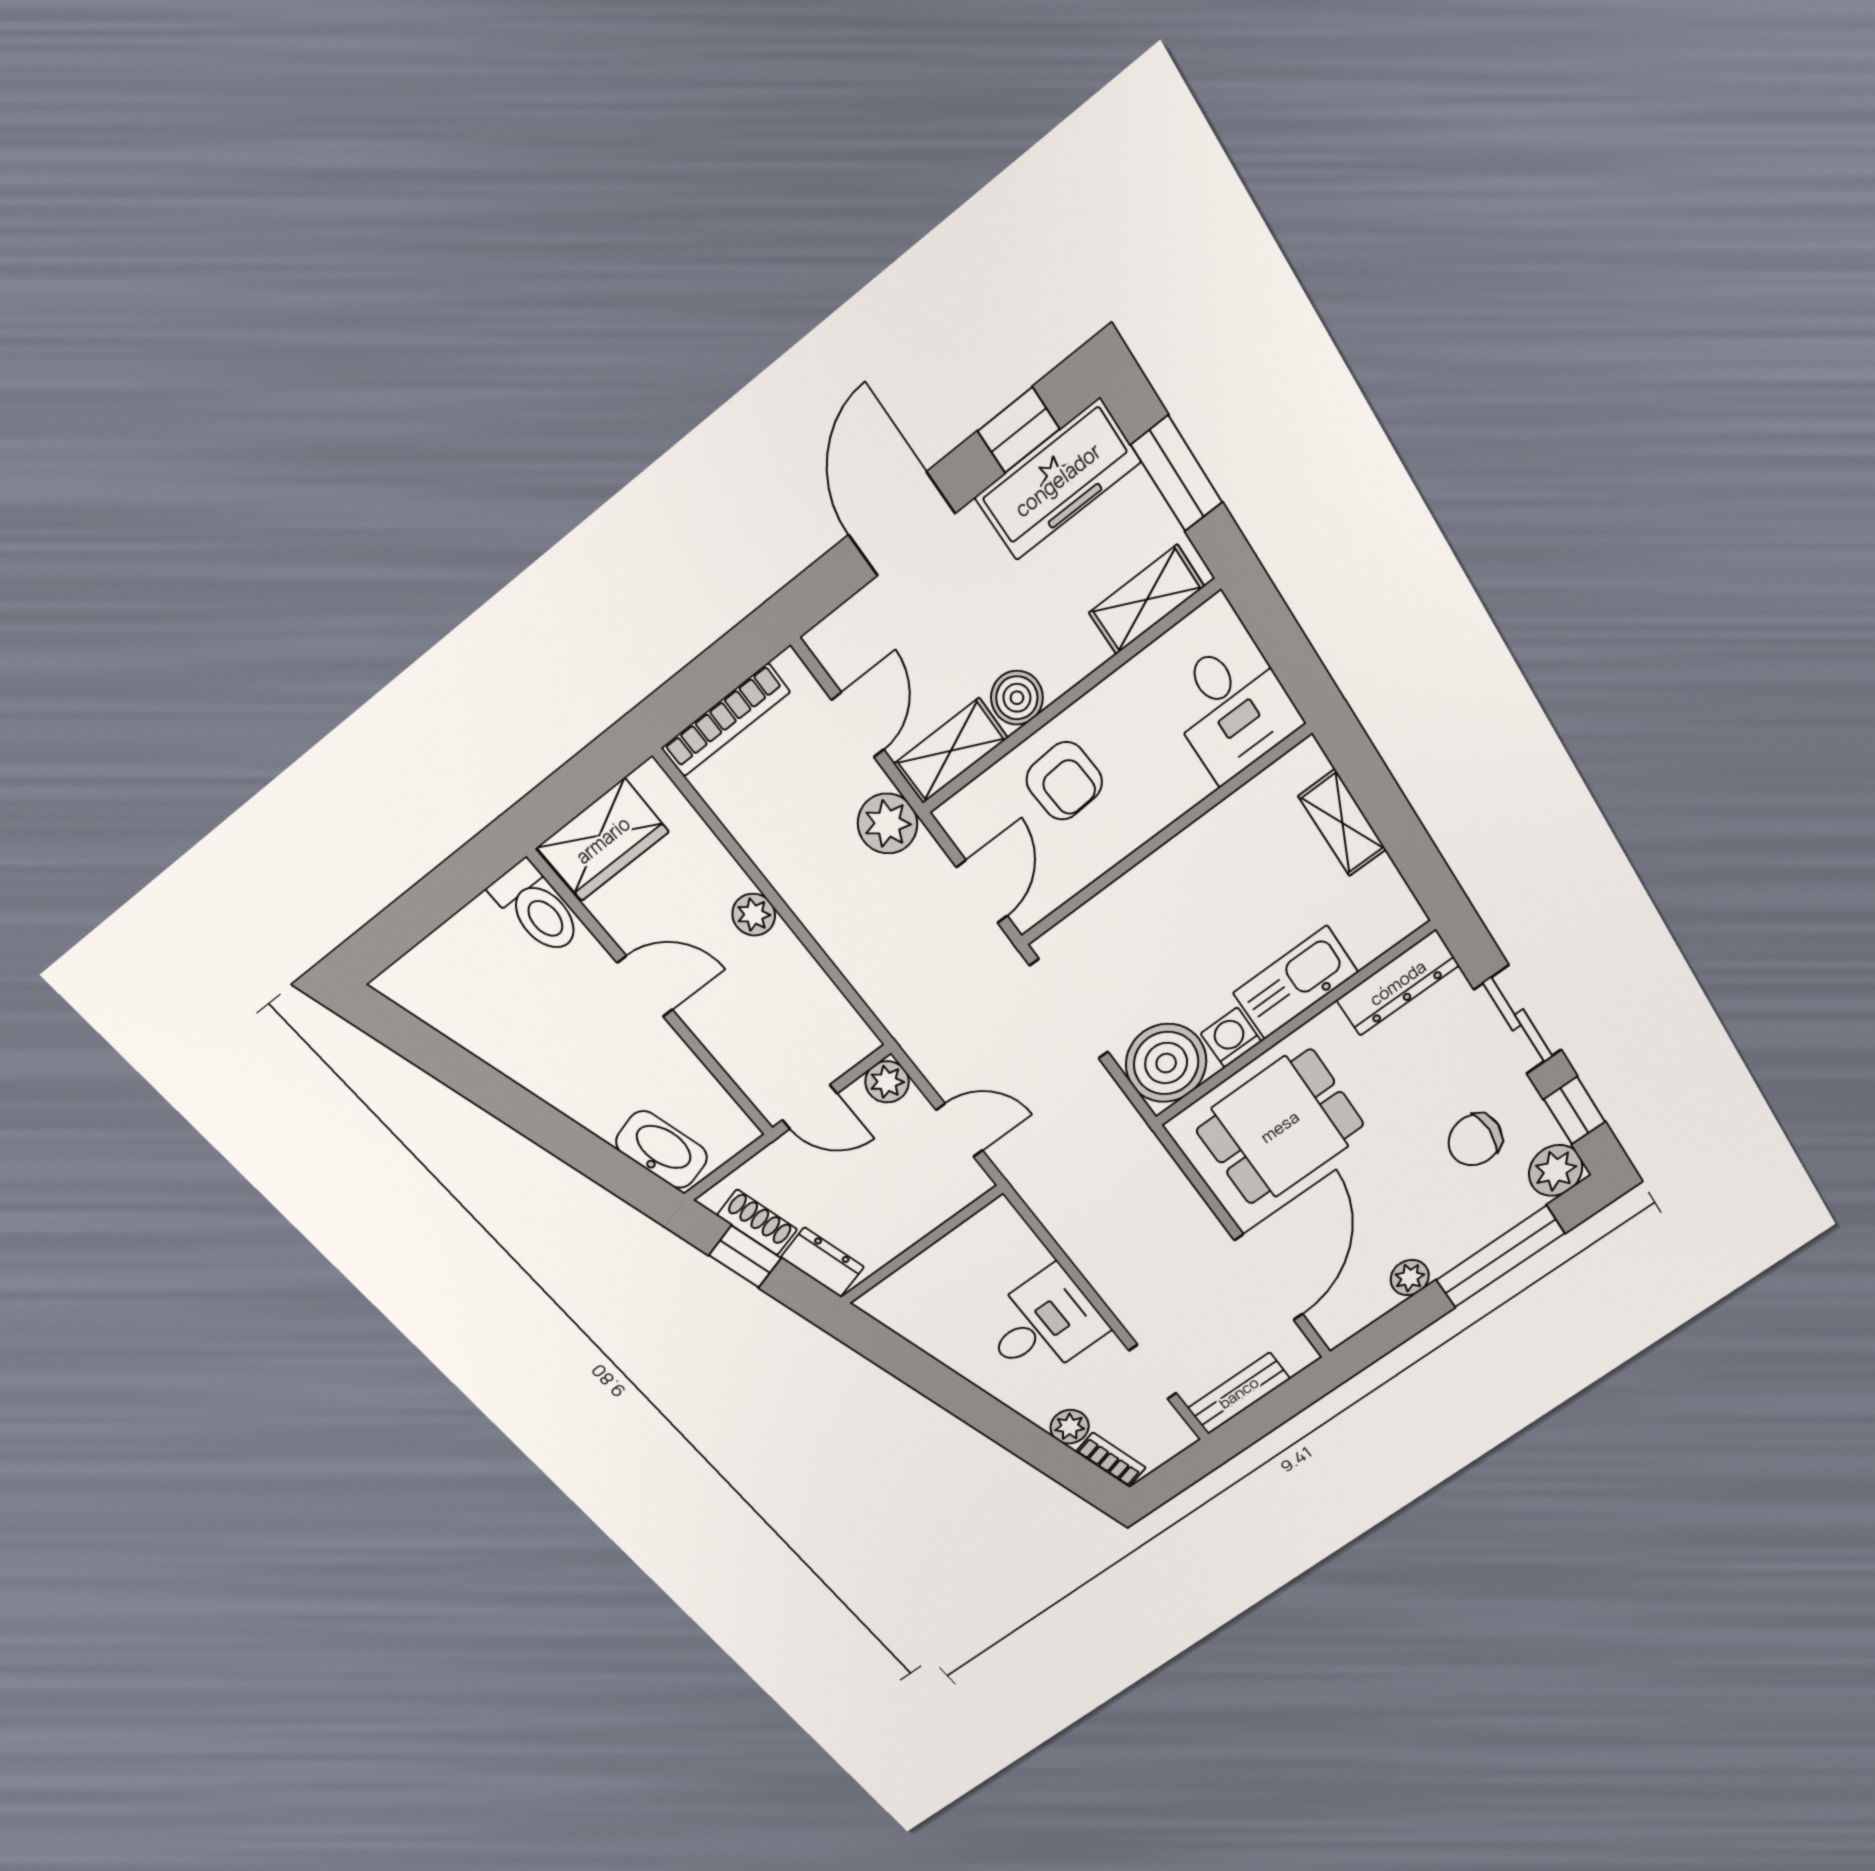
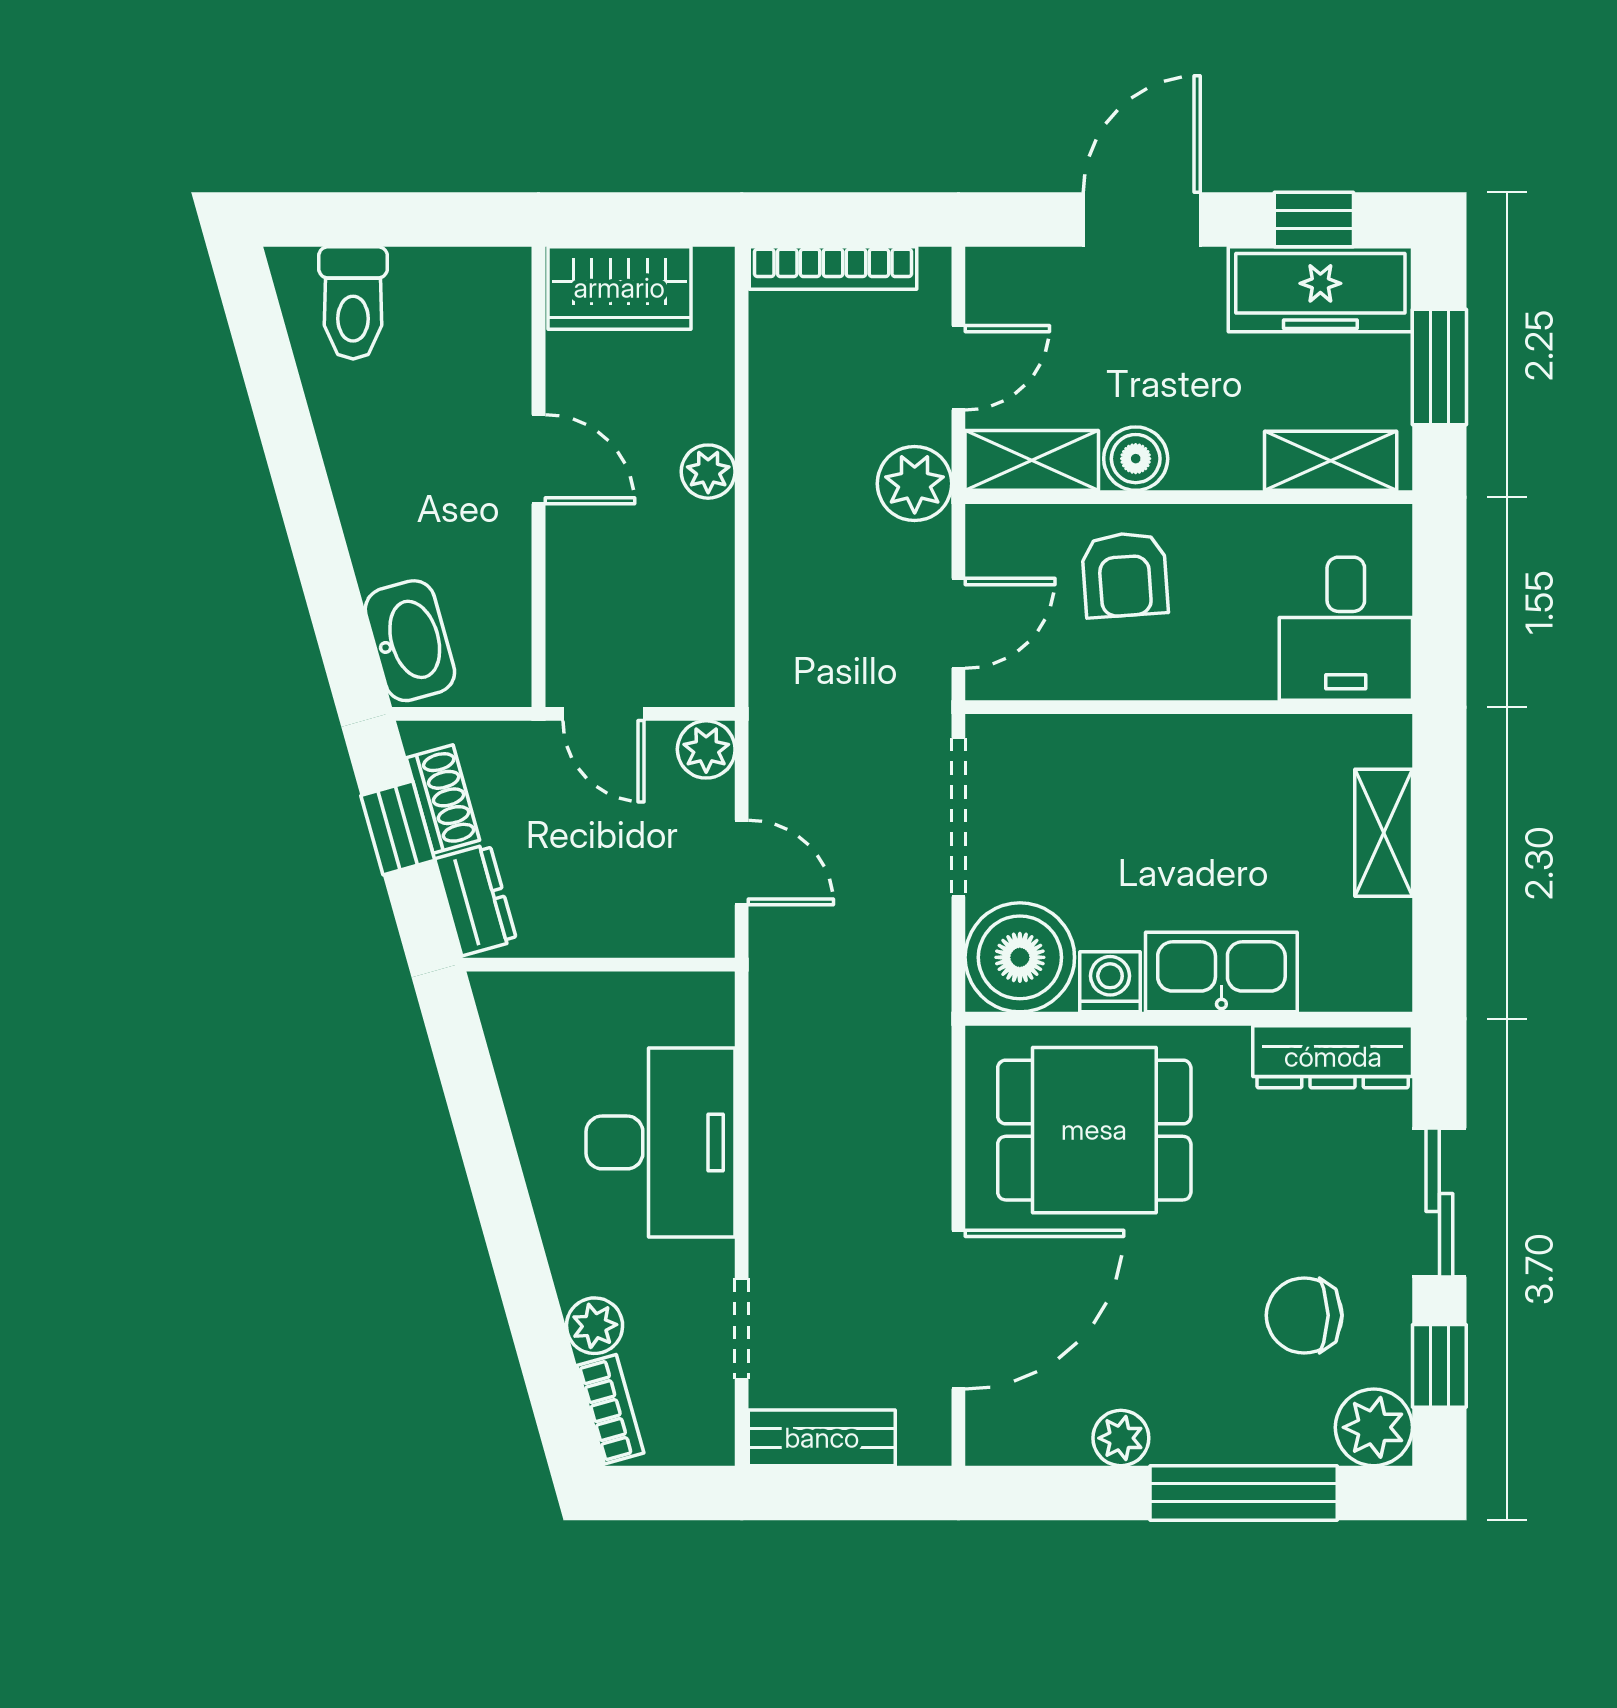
toilet: (537, 908) -> (353, 303), moved
desk: (1043, 1325) -> (661, 1142), width x1.37

